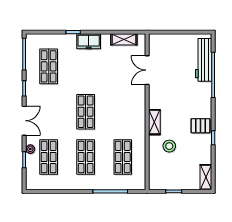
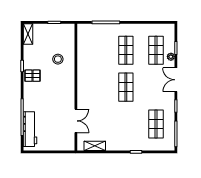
freezer: (89, 41) -> (123, 144), removed
shelving: (154, 122) -> (70, 79), removed
shop shelf: (123, 157) -> (96, 50), removed

